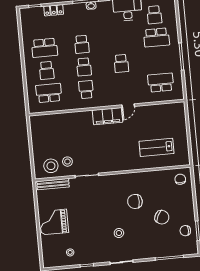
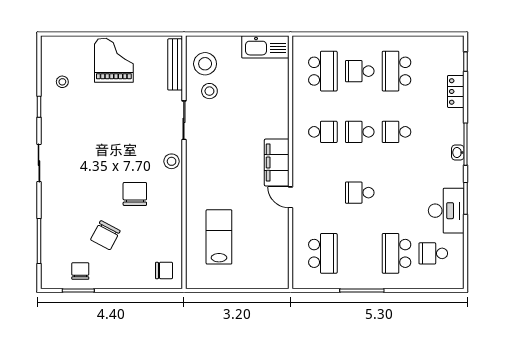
kitchen sink: (37, 130) -> (265, 47), added
stool: (119, 233) -> (172, 161), moved

